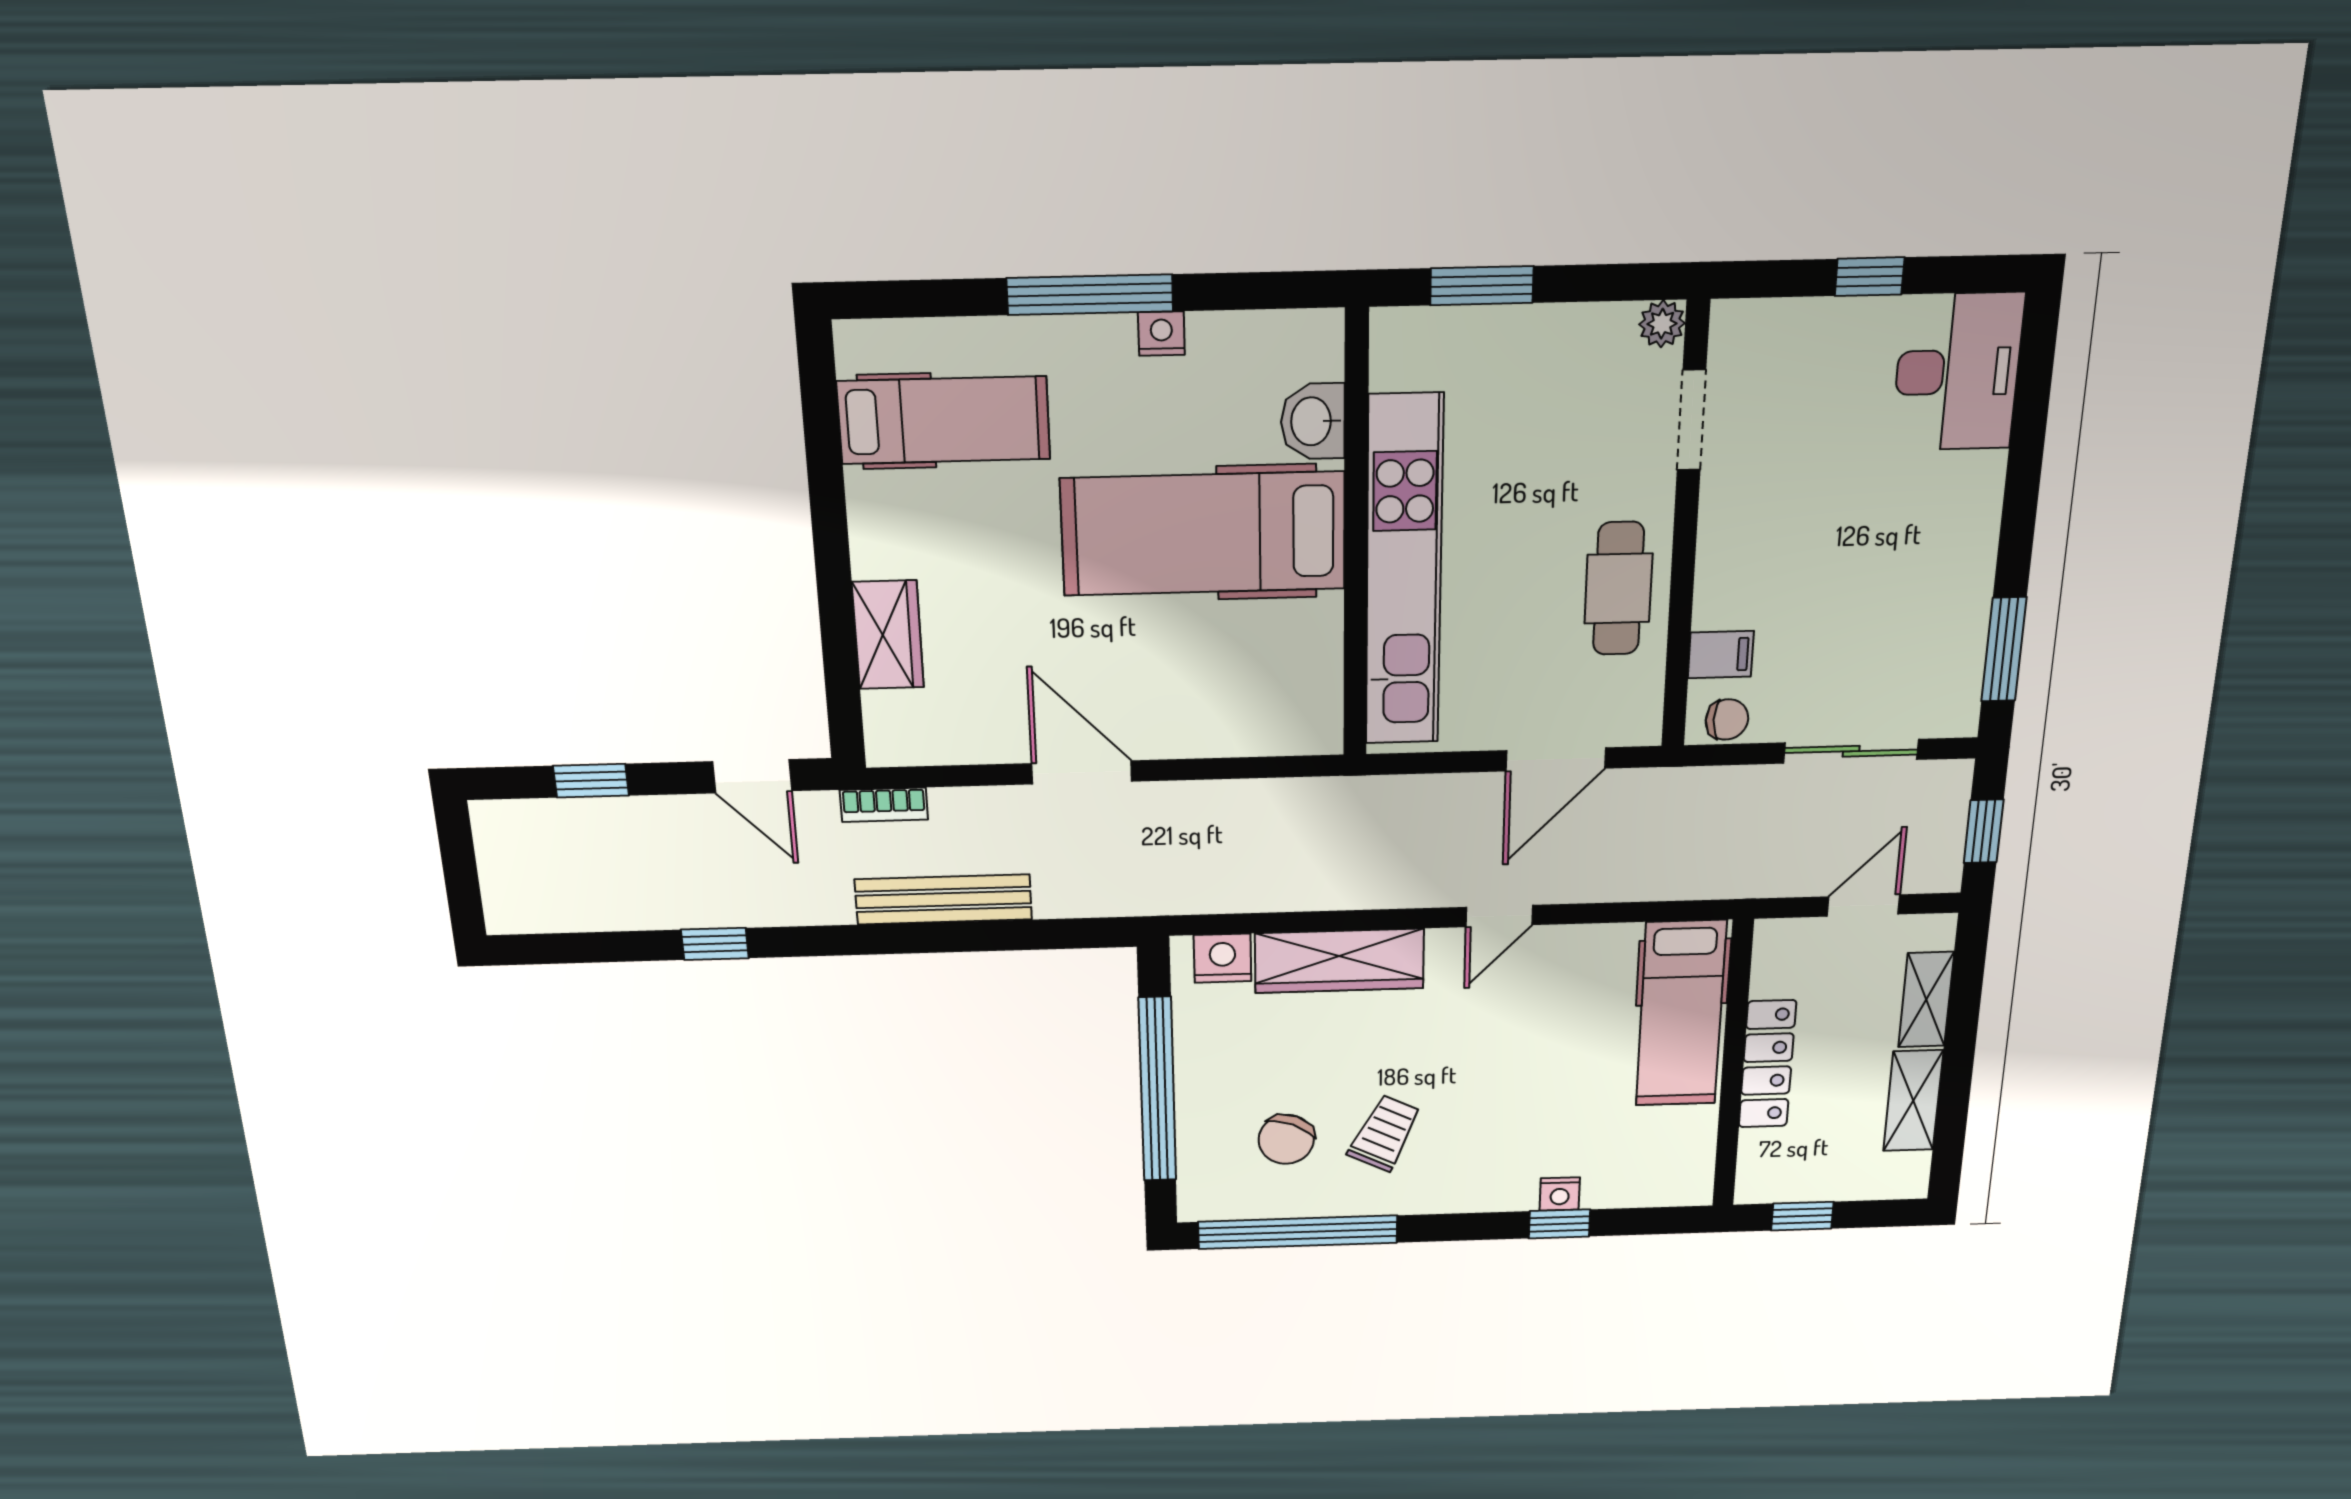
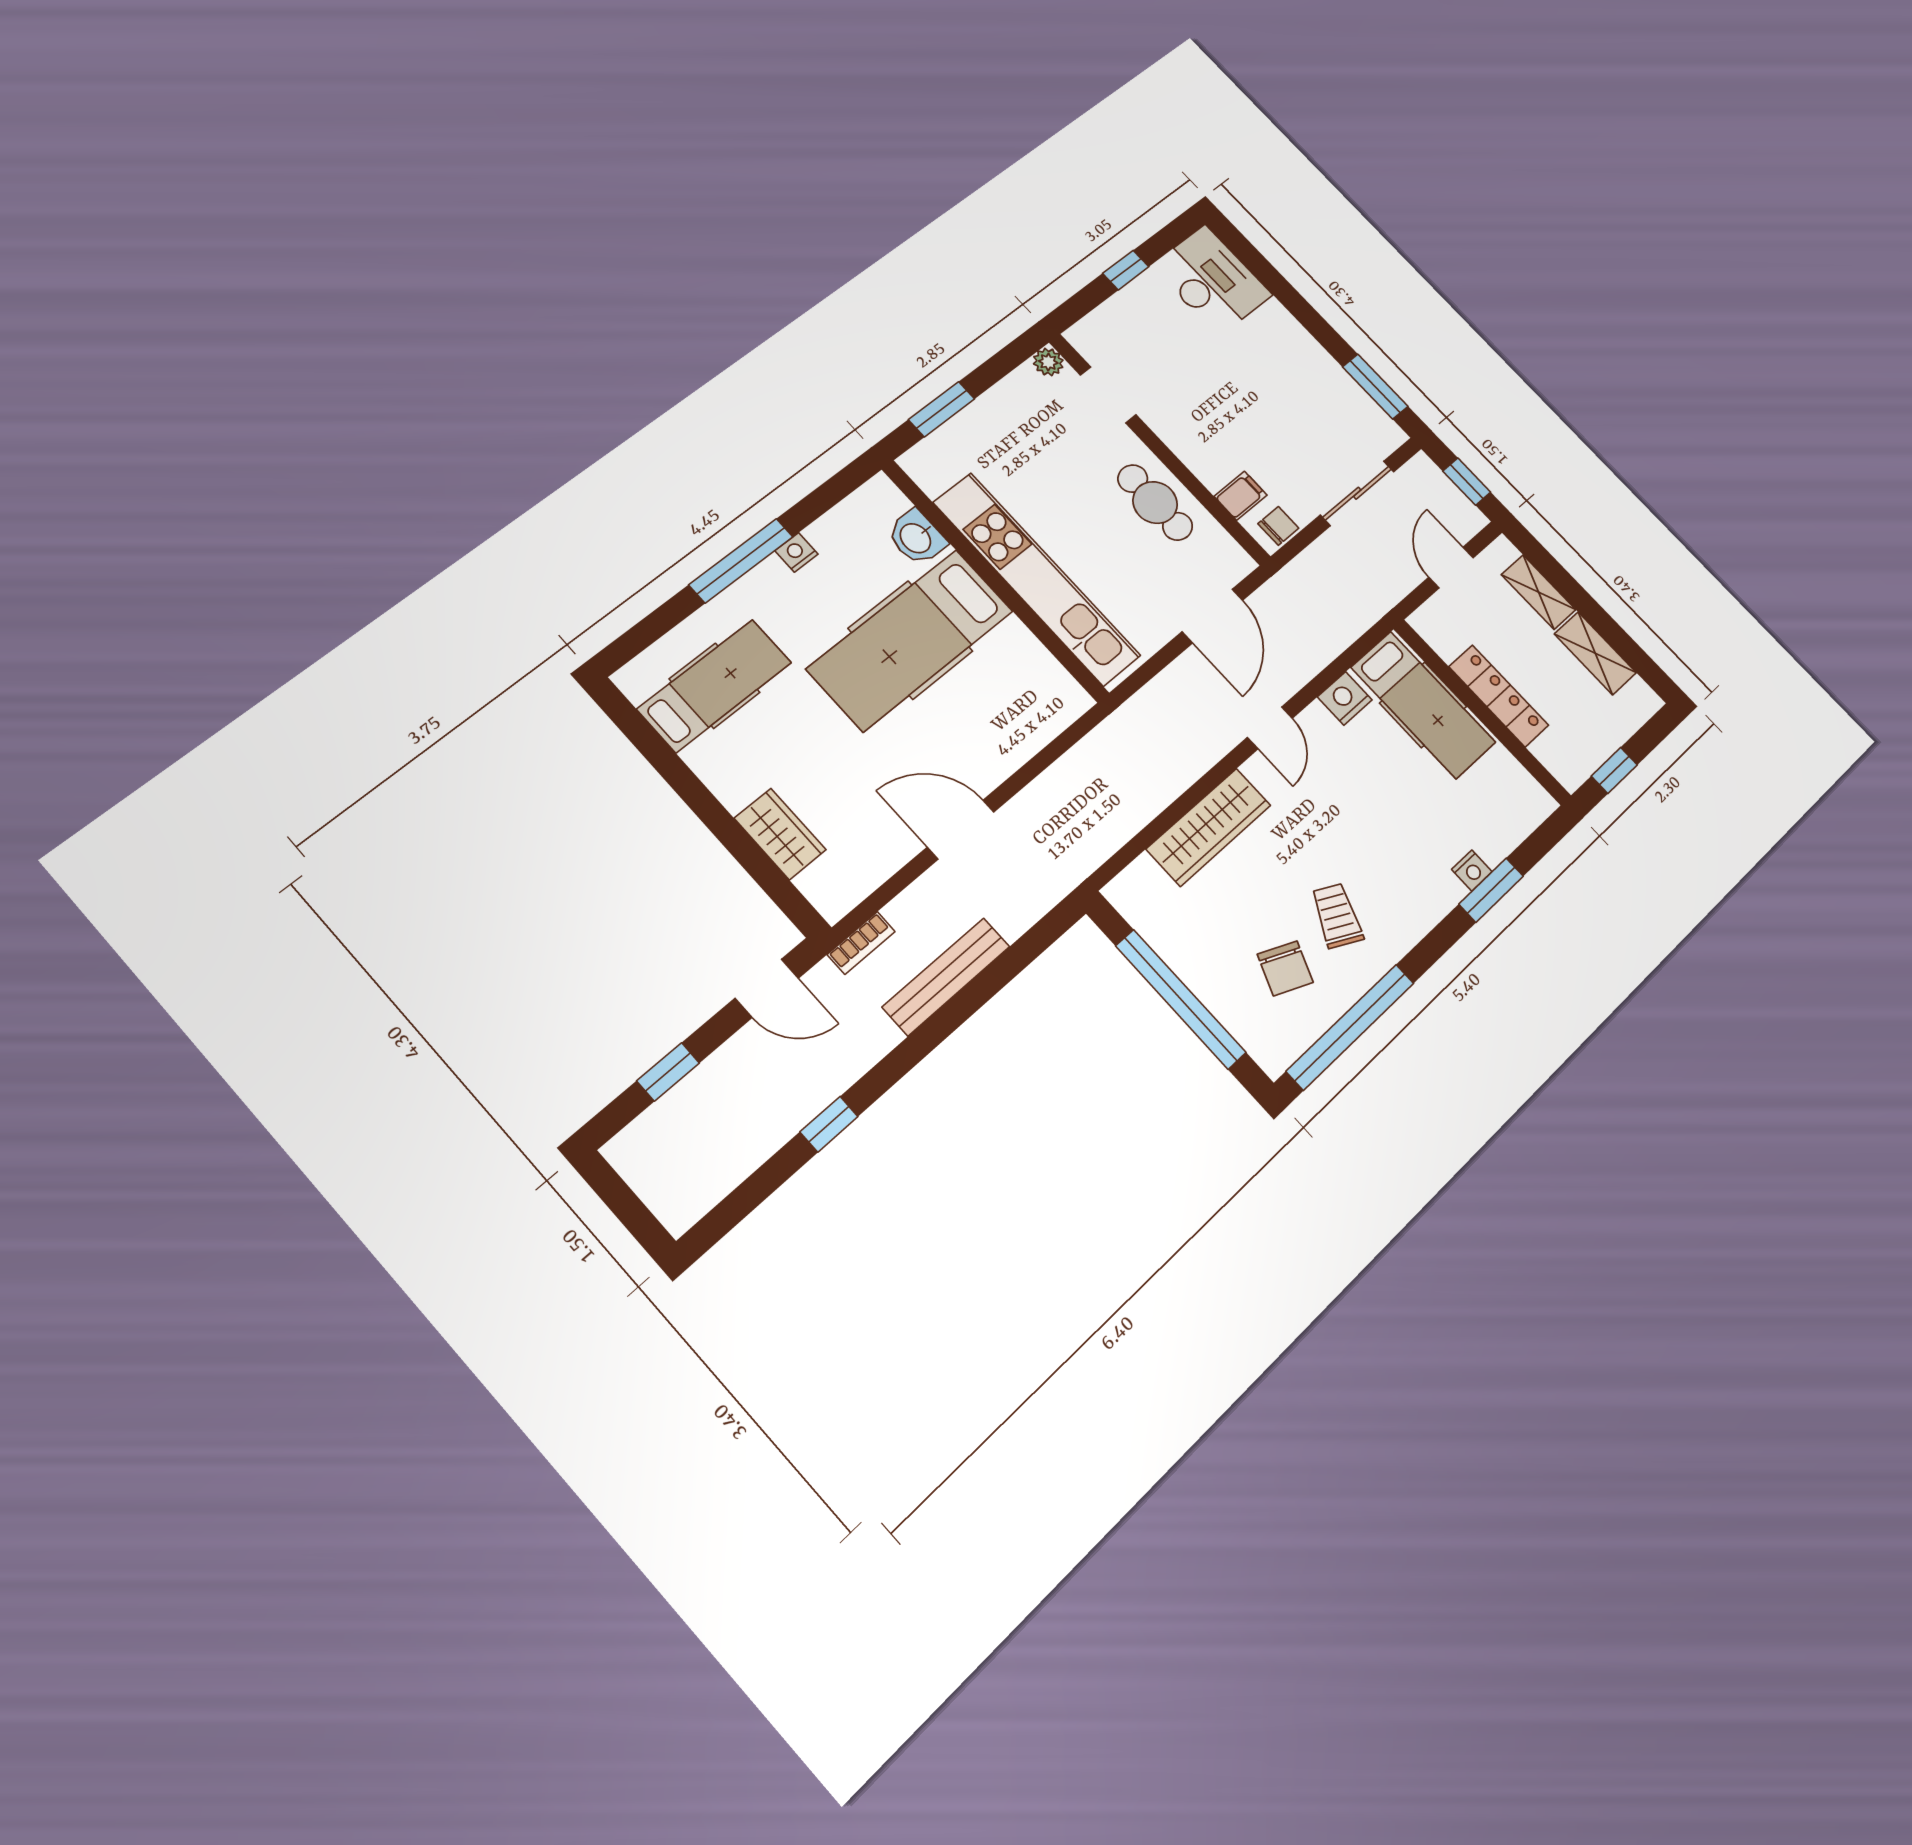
nightstand: (1223, 958) -> (1345, 698), moved
window: (1559, 1224) -> (1491, 890), width x1.50

